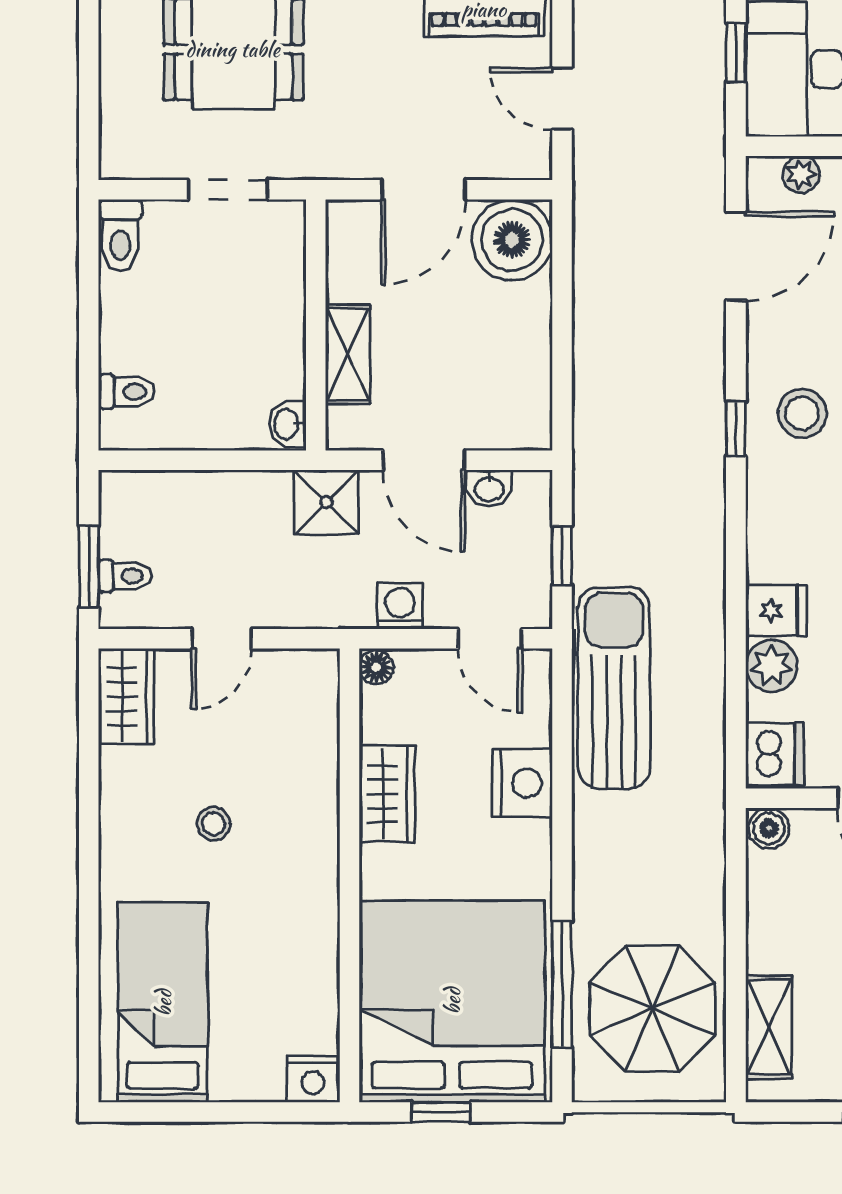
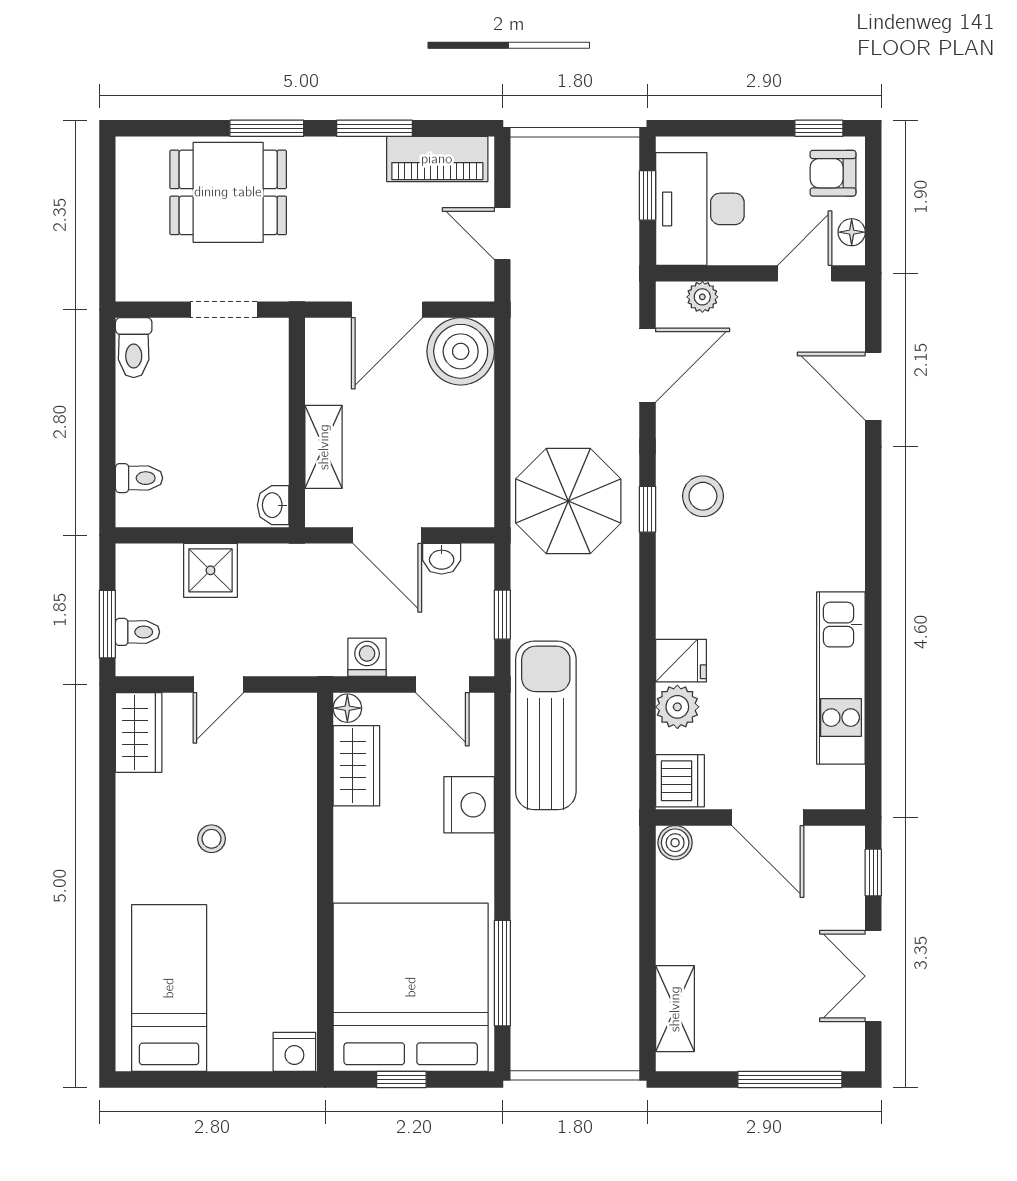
shower: (326, 502) -> (210, 570), moved
wardrobe: (387, 794) -> (356, 766), moved
parasol: (652, 1009) -> (568, 501), moved

